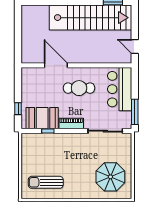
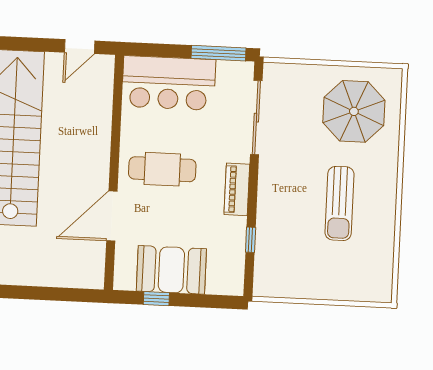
cafe table: (79, 88) -> (162, 169), turned 90
window: (18, 109) -> (156, 299), moved
booth: (42, 118) -> (171, 270), moved, turned 90
sun lounger: (46, 182) -> (339, 203), moved

